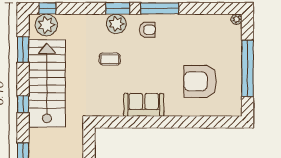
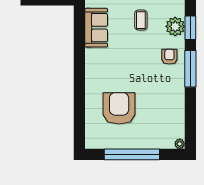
armchair: (147, 30) -> (169, 57), turned 180
sofa: (144, 105) -> (96, 28), moved

